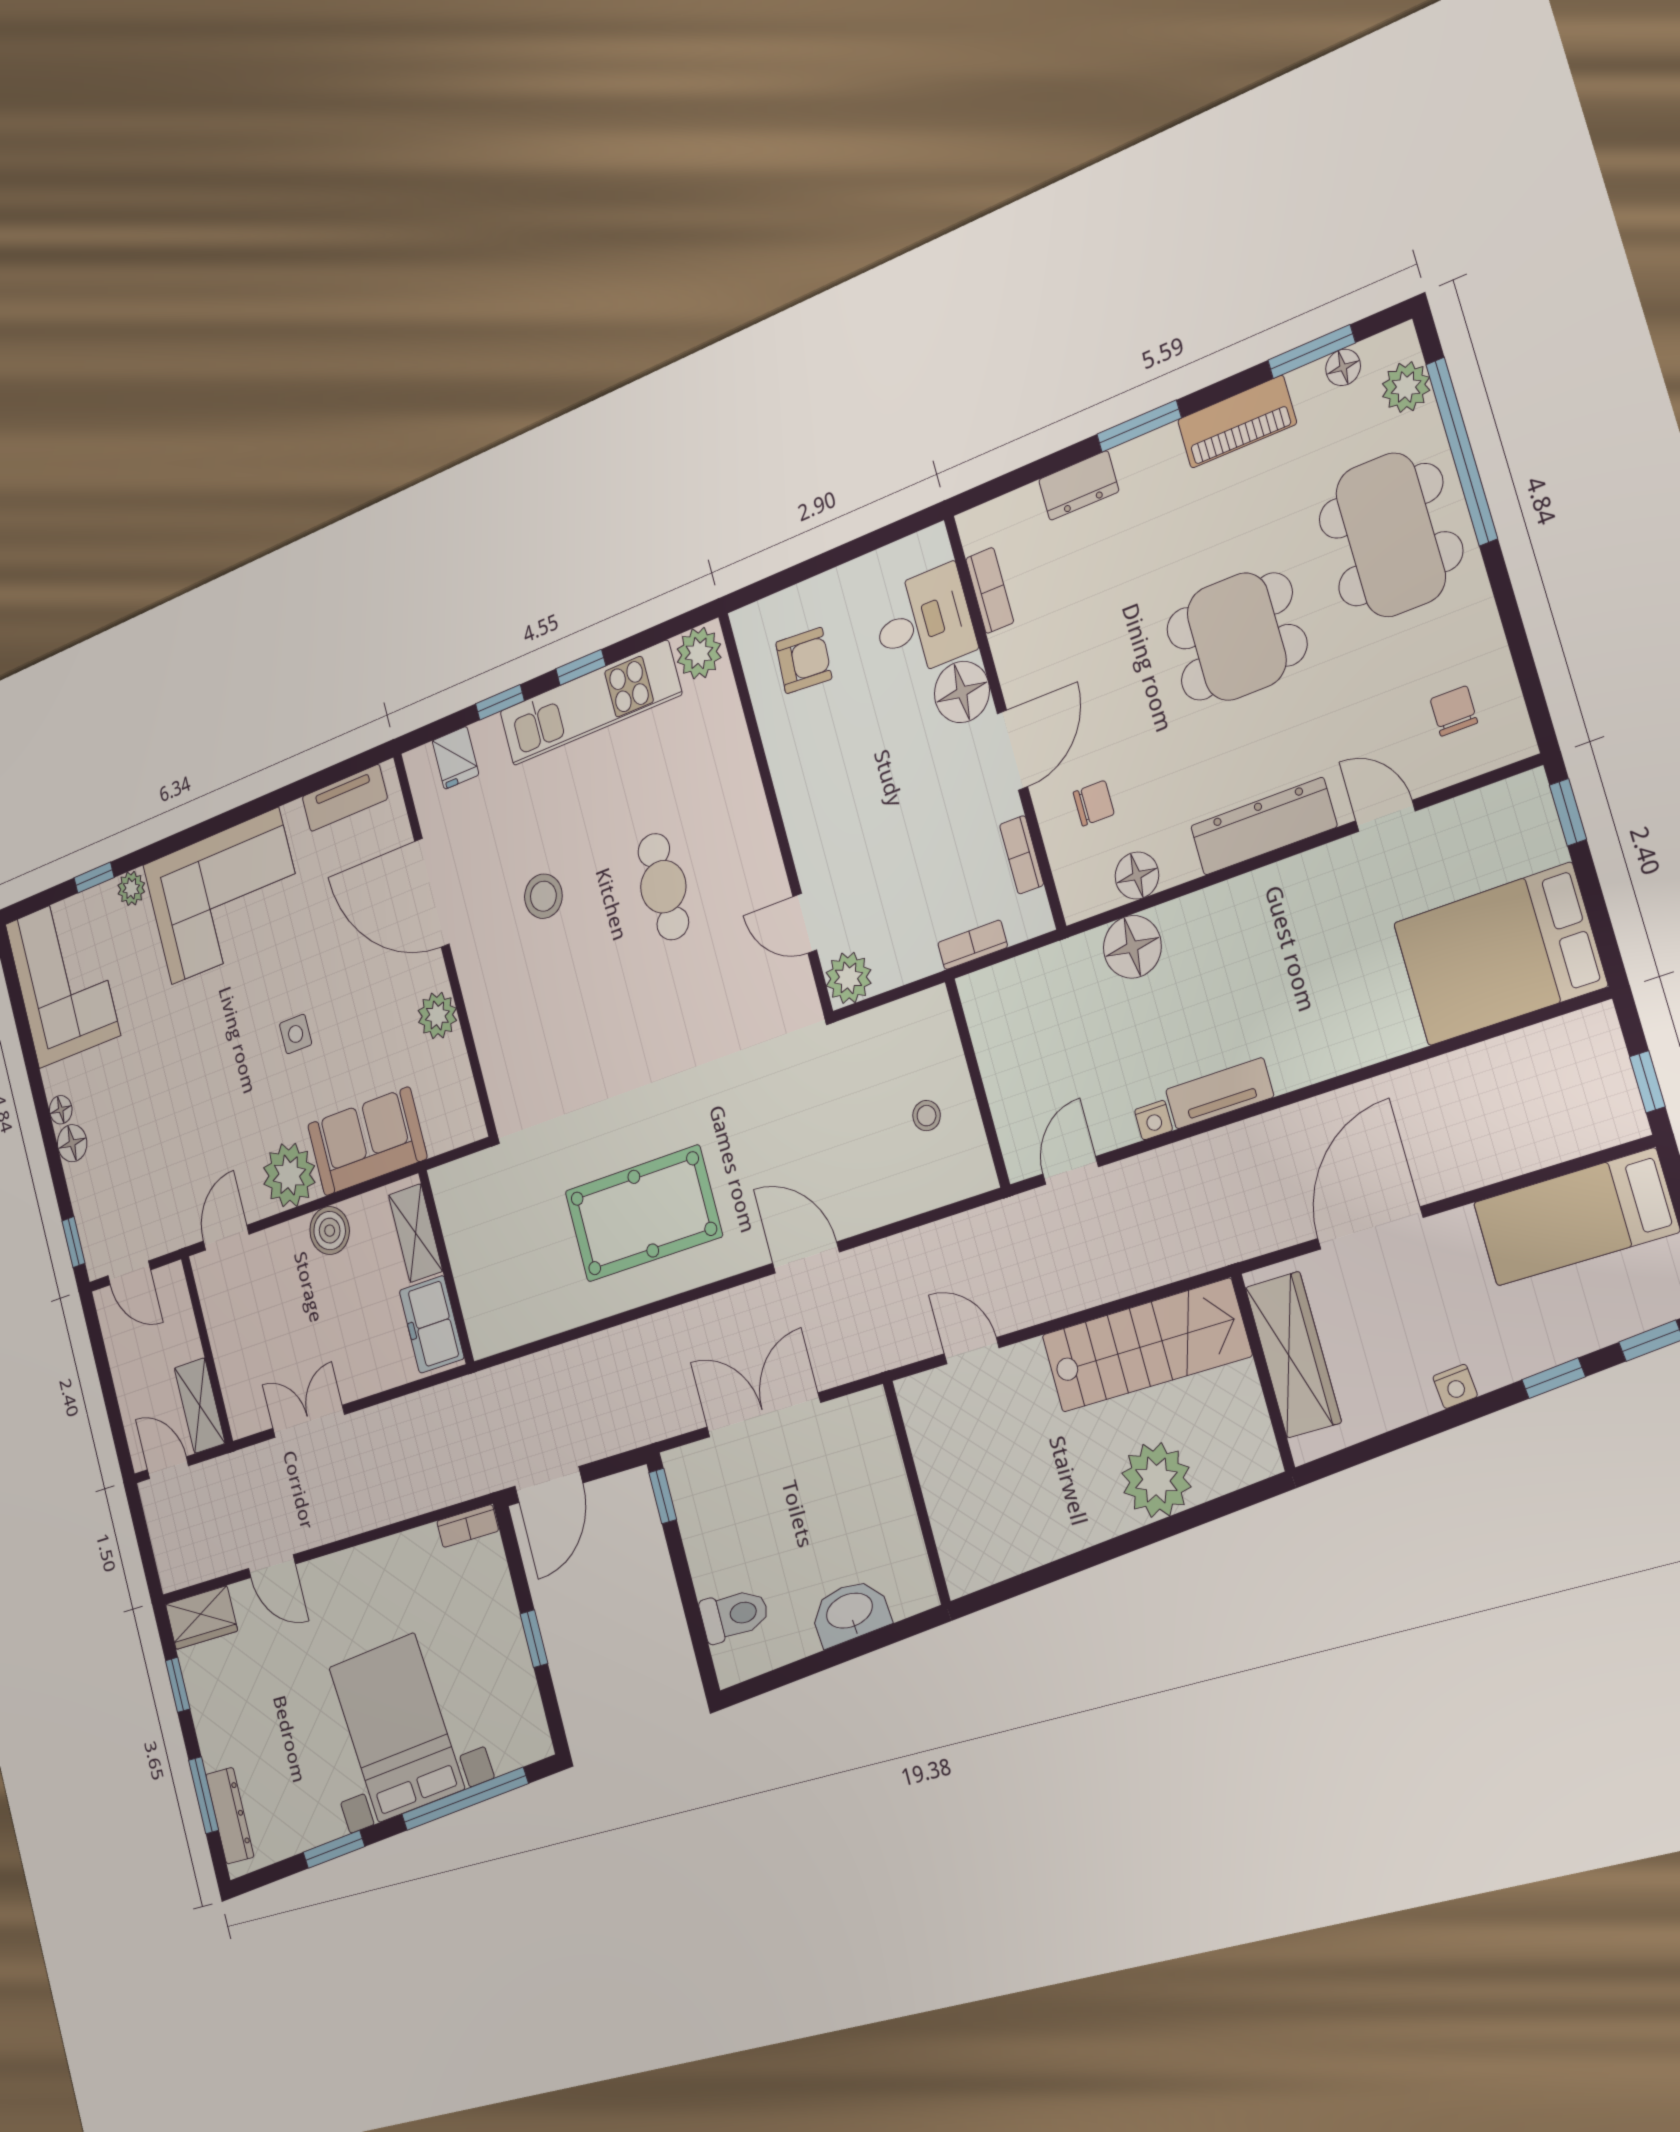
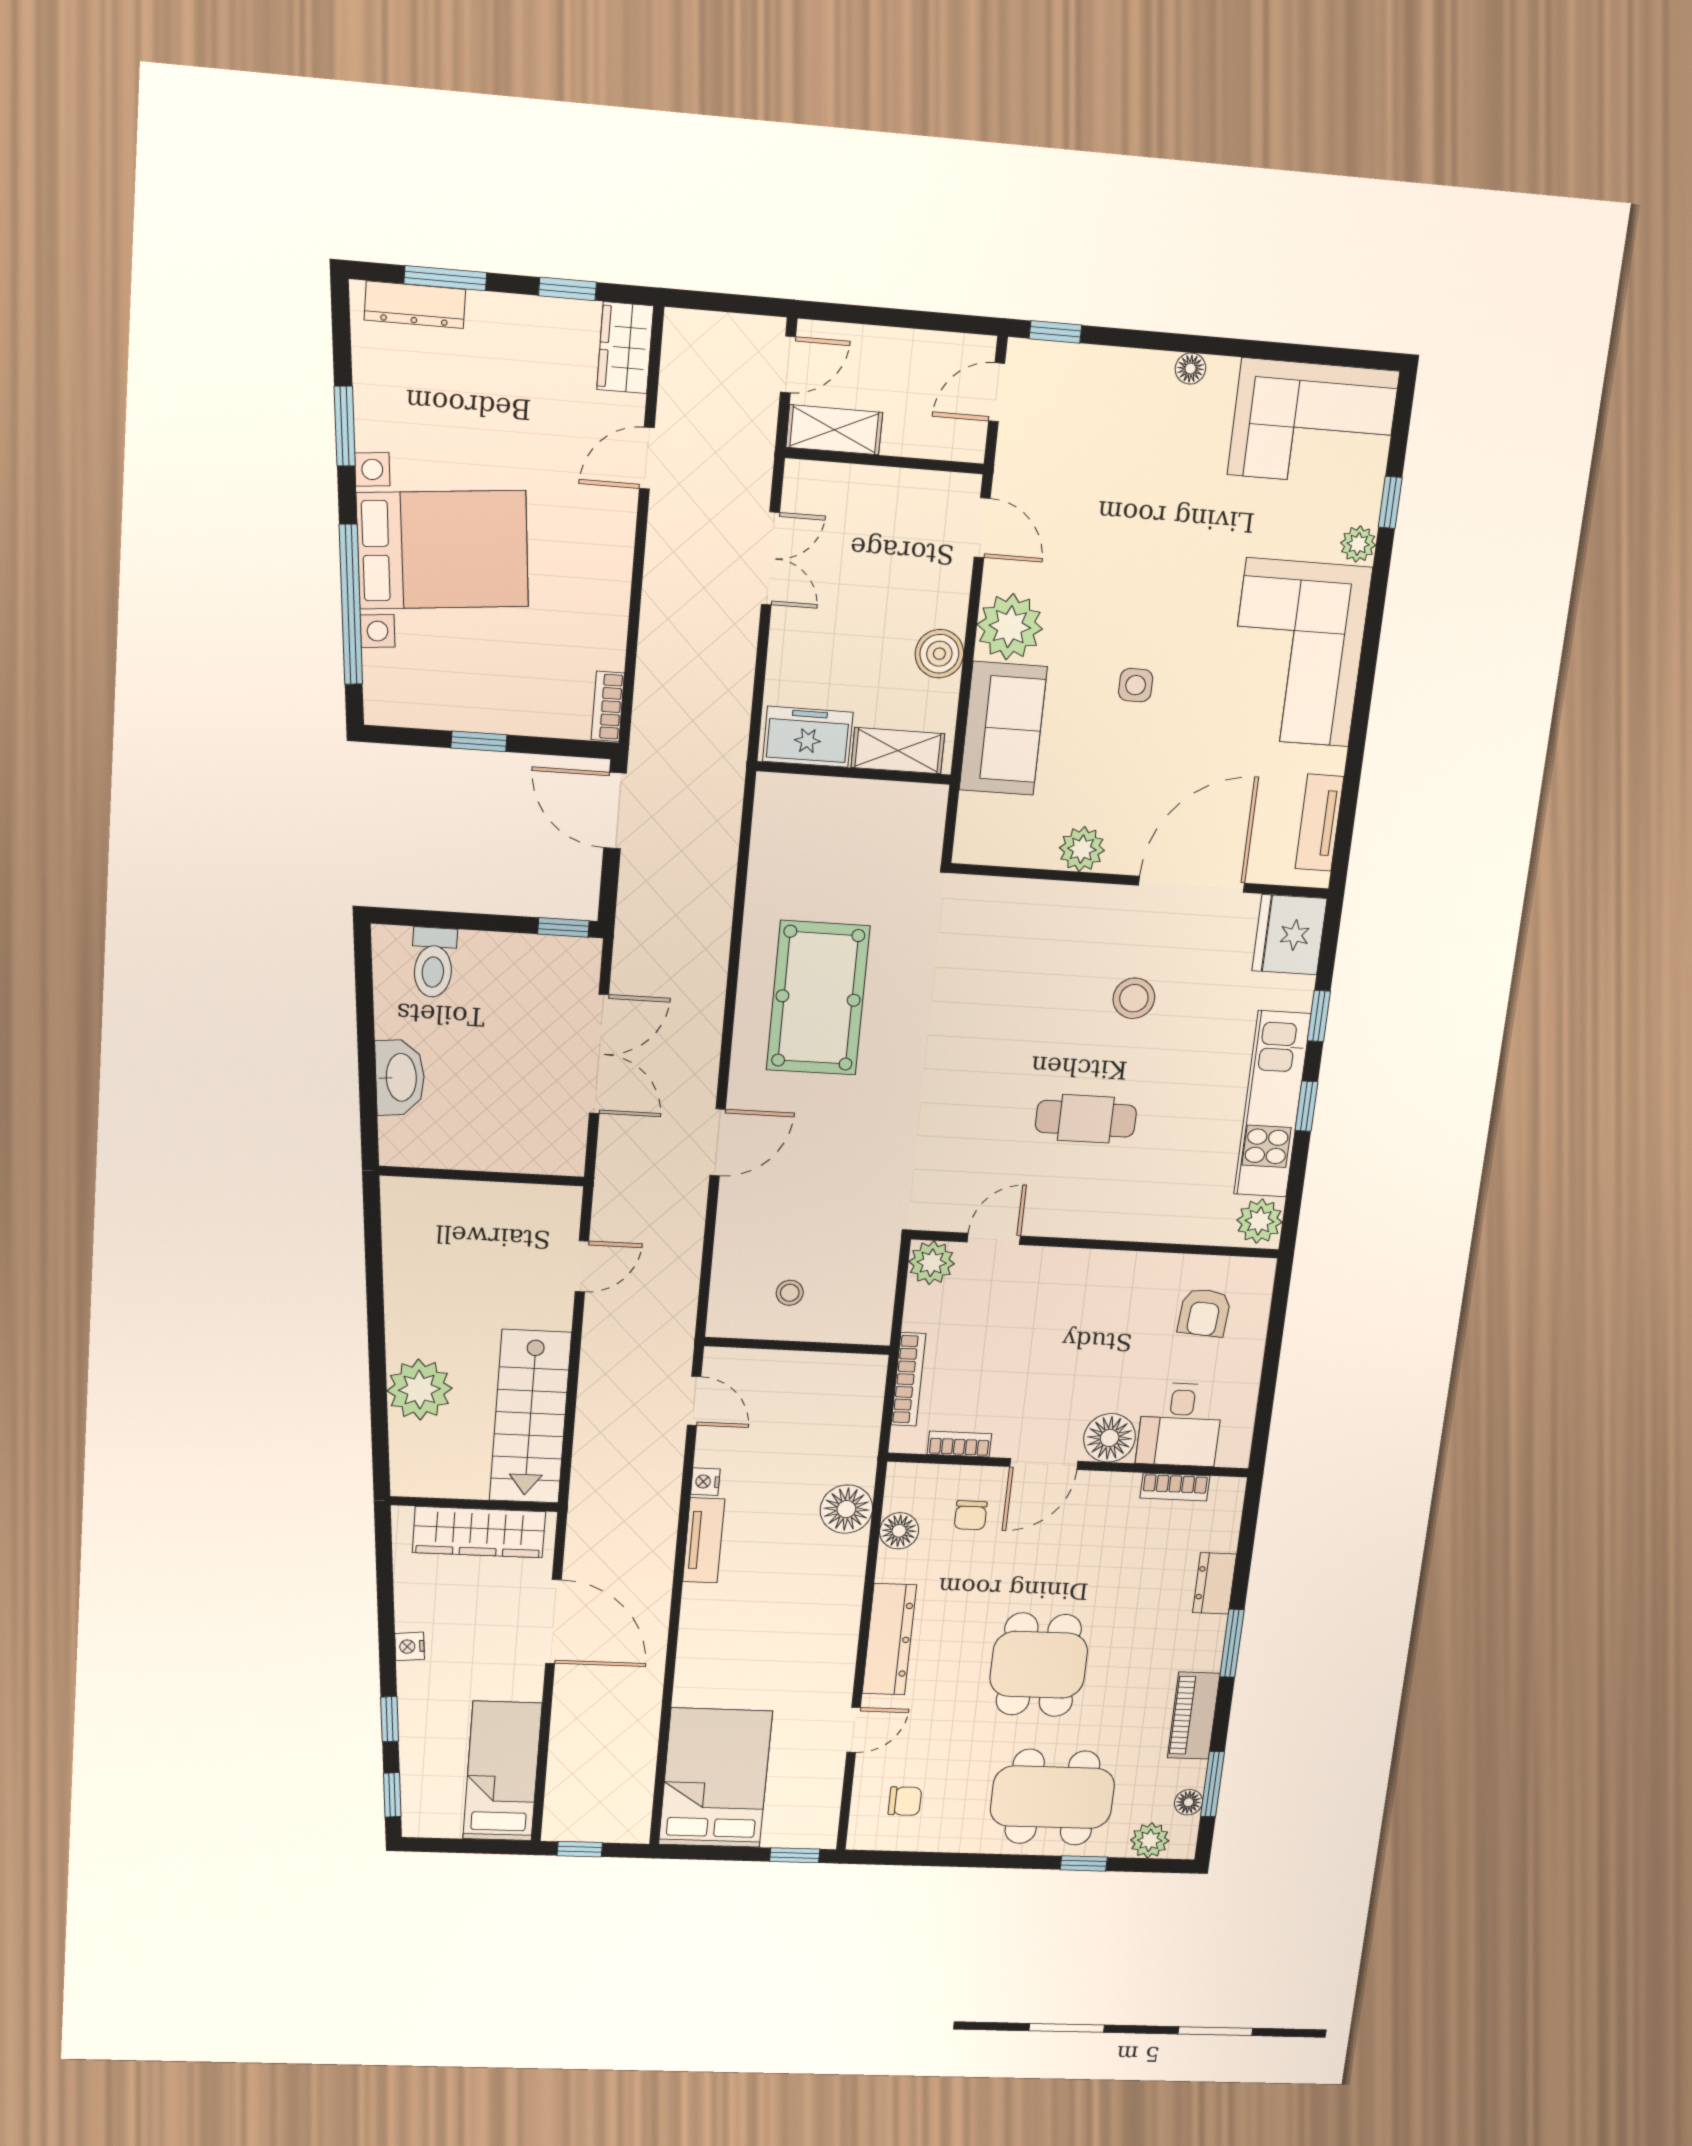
window: (1462, 451) -> (1084, 1863), width x0.32
door: (1013, 750) -> (1044, 1464), hinge flipped
fridge: (455, 758) -> (1289, 935), width x1.88, depth x1.34
bookcase: (973, 945) -> (908, 1379), width x1.56
floor lamp: (72, 1143) -> (1152, 370), removed

